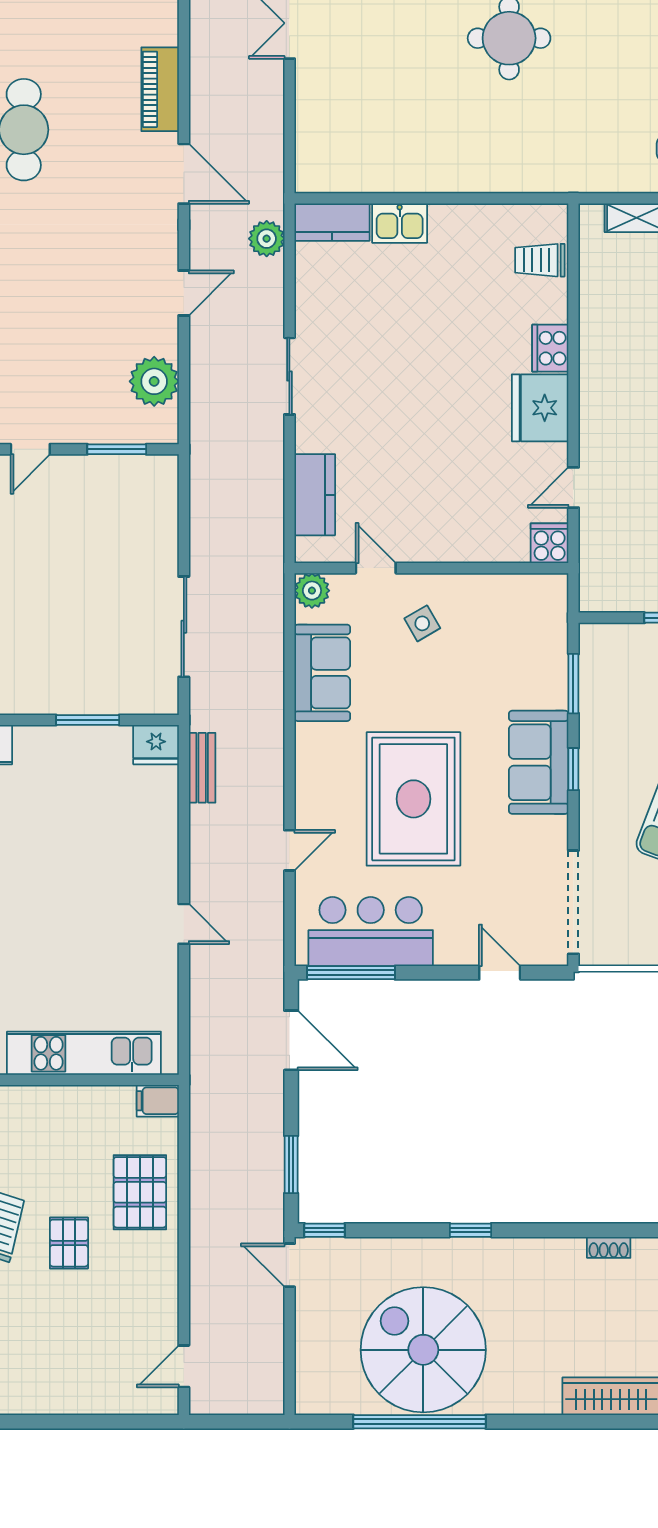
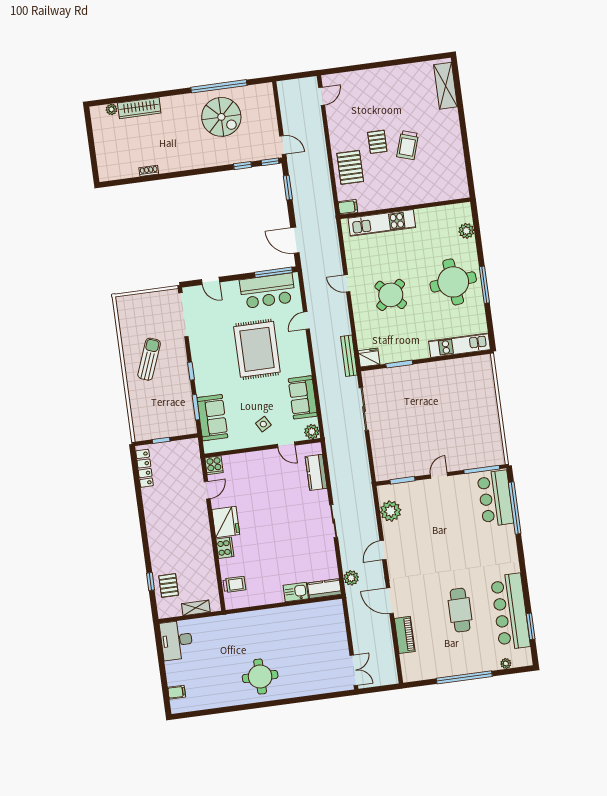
sofa: (539, 762) -> (212, 418), moved
bench: (202, 768) -> (349, 356), width x1.36
round table: (86, 883) -> (391, 295), added
window: (470, 1230) -> (242, 166), moved
spiral stairs: (423, 1350) -> (221, 117), width x0.73, depth x0.73

